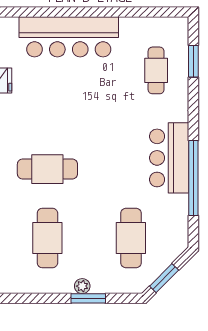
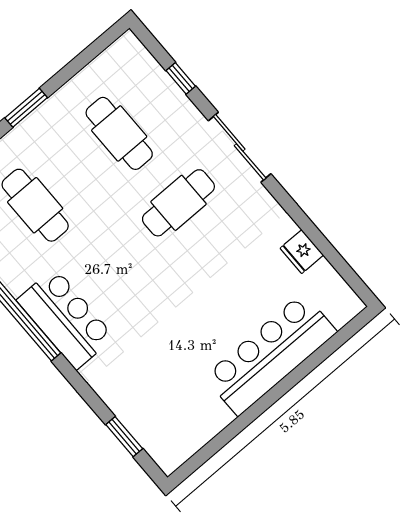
cafe table: (156, 70) -> (154, 395), removed
plant: (82, 286) -> (43, 115), removed

